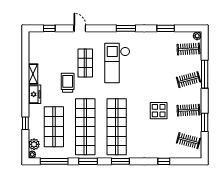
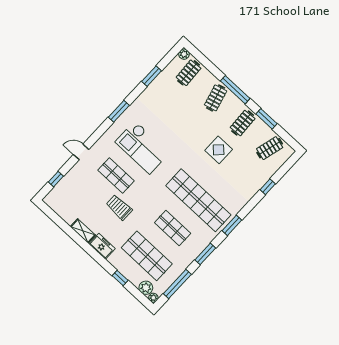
window: (205, 74) -> (235, 90), moved
shop shelf: (85, 127) -> (173, 228), width x0.50, depth x0.74

